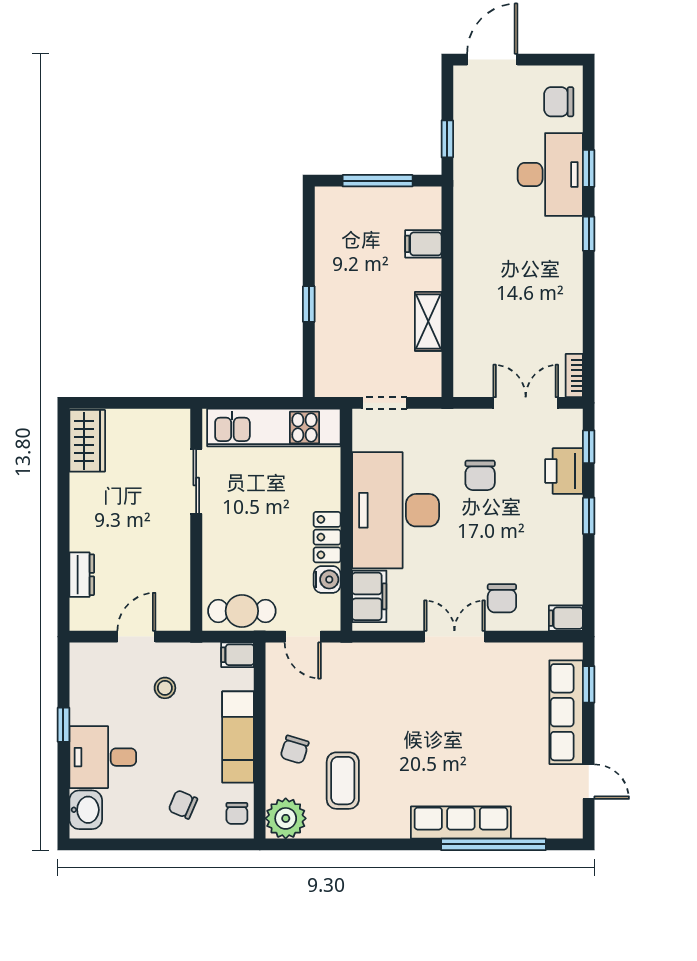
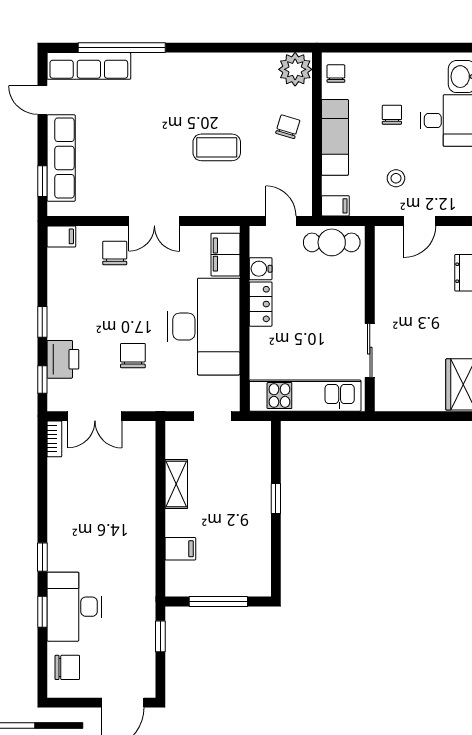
coffee table: (343, 781) -> (217, 147), moved, turned 90
chair: (183, 804) -> (392, 115), moved, turned -113
row of seats: (461, 822) -> (89, 66), moved

